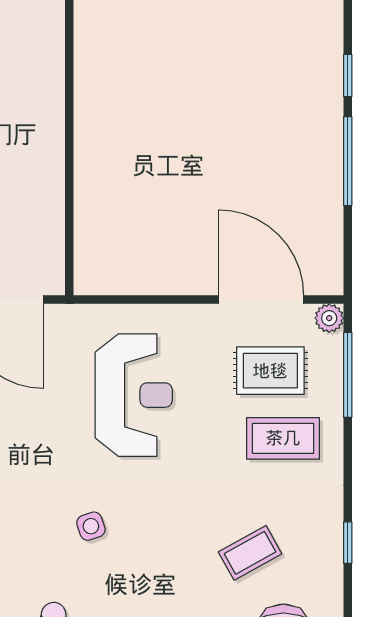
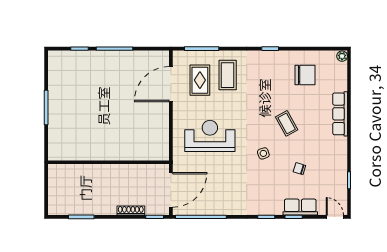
plant: (329, 318) -> (178, 56), removed
coffee table: (250, 553) -> (287, 123), moved

